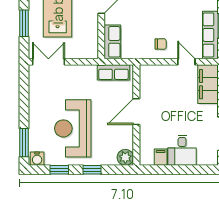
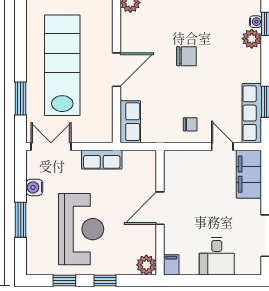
row of seats: (113, 72) -> (102, 160), moved
reception desk: (73, 128) -> (81, 229), turned 180
window: (24, 143) -> (21, 220), moved
filing cabinet: (161, 157) -> (171, 265), moved
water cooler: (37, 159) -> (34, 187), moved, turned 90

